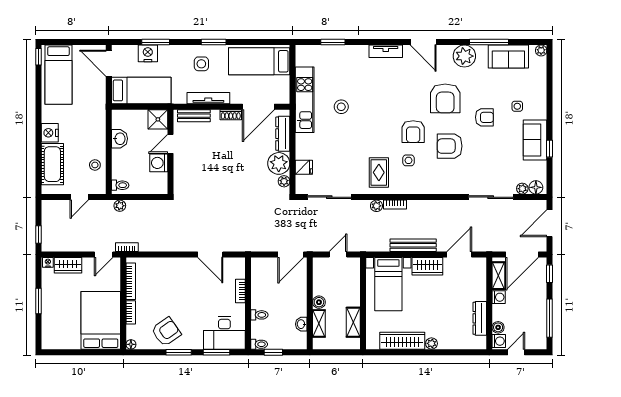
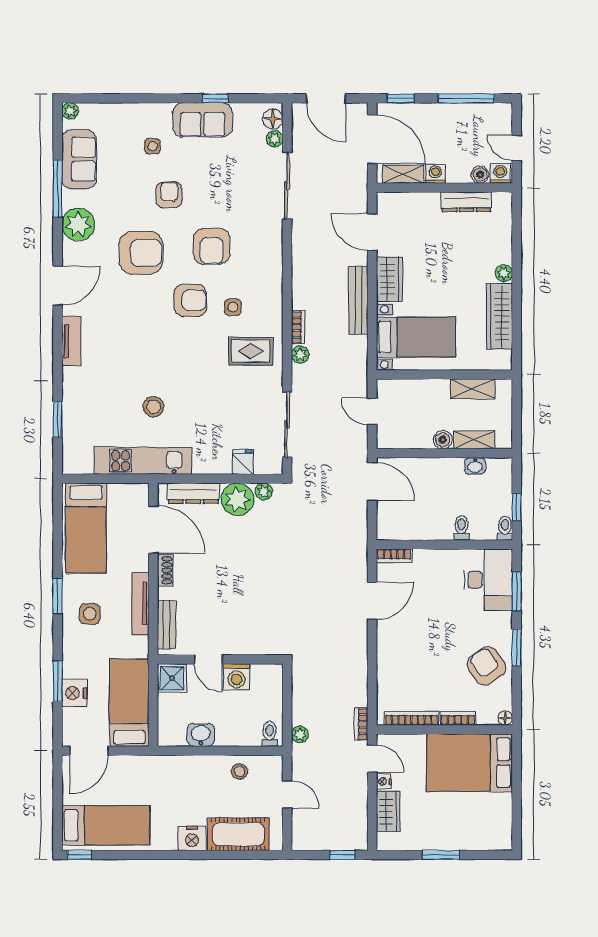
nightstand: (48, 262) -> (384, 782), moved
bookcase: (240, 291) -> (394, 556), moved

